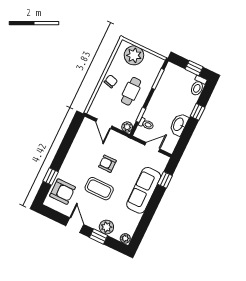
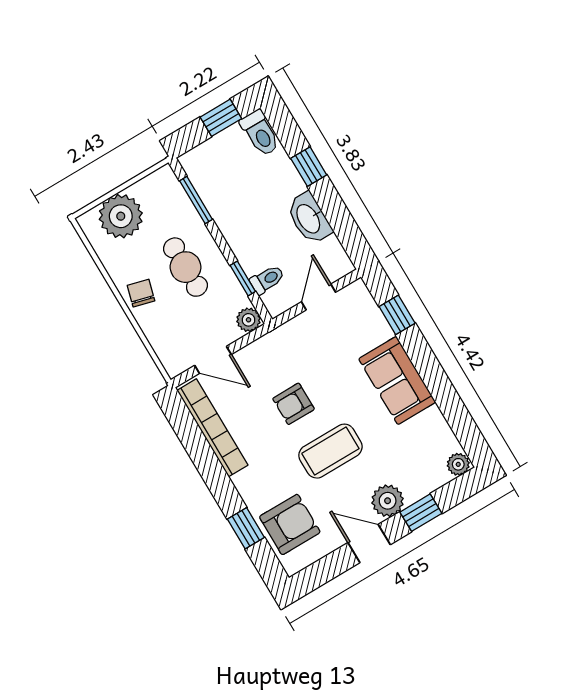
bookcase: (79, 140) -> (212, 428), added
sofa: (144, 190) -> (397, 380), width x0.73
plant: (106, 227) -> (388, 501), moved

